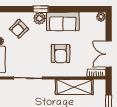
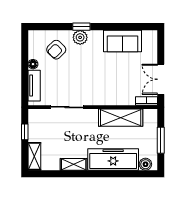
plant: (101, 17) -> (152, 36), removed
sofa: (63, 21) -> (122, 41), moved
armchair: (61, 54) -> (105, 79), removed

